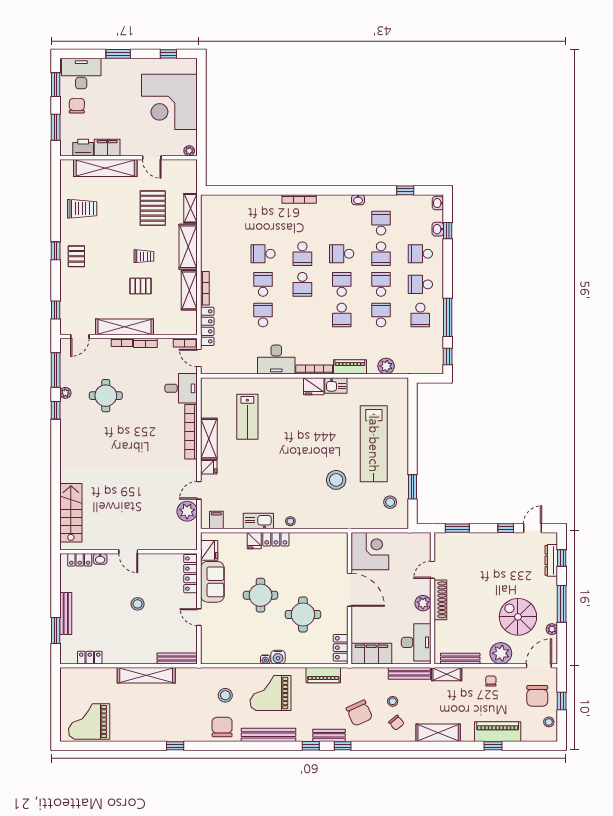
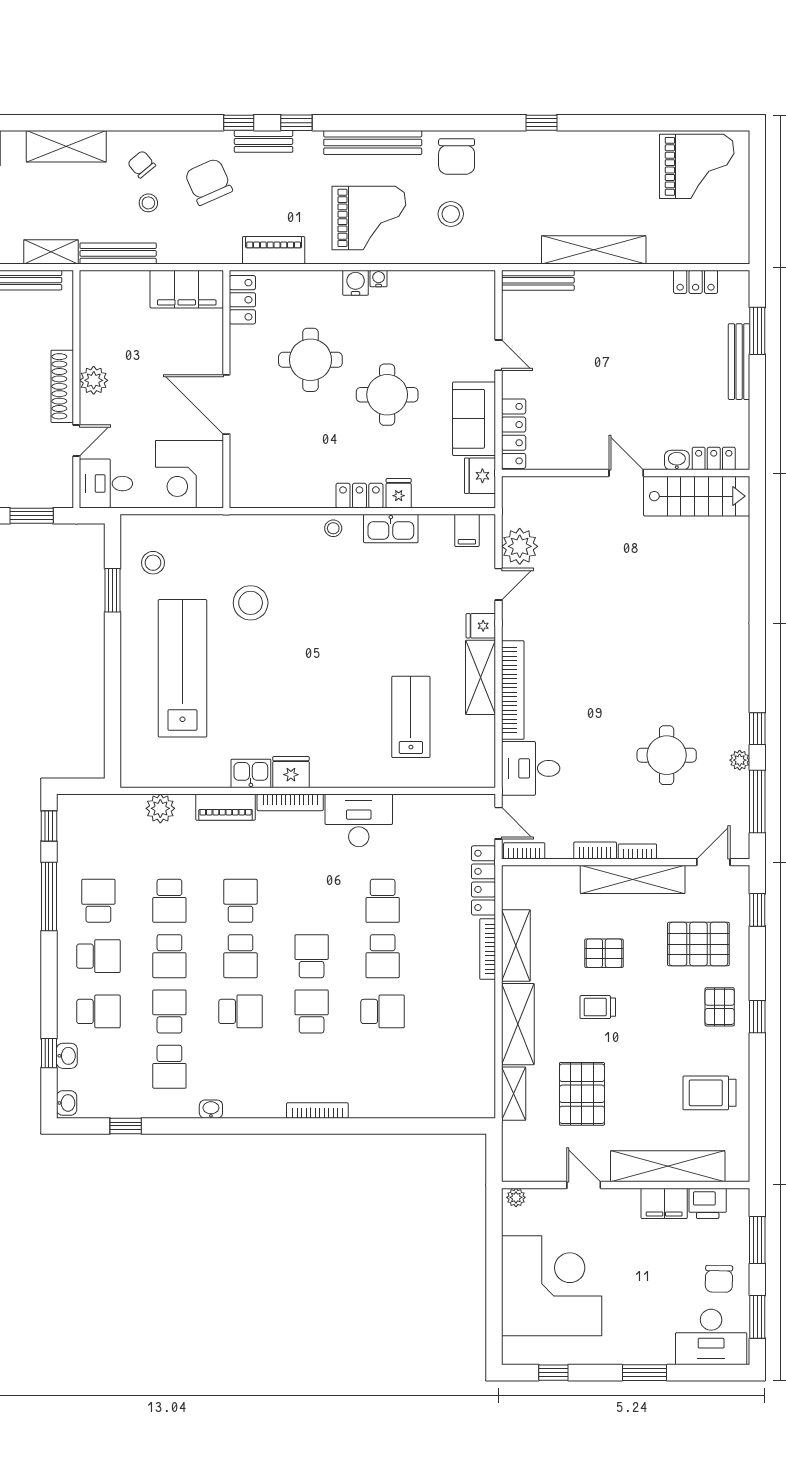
pallet: (88, 291) -> (698, 944), added
stairs: (71, 513) -> (697, 496), moved, turned -90
stool: (138, 604) -> (609, 379), removed
desk: (416, 642) -> (106, 484), moved, width x0.73

